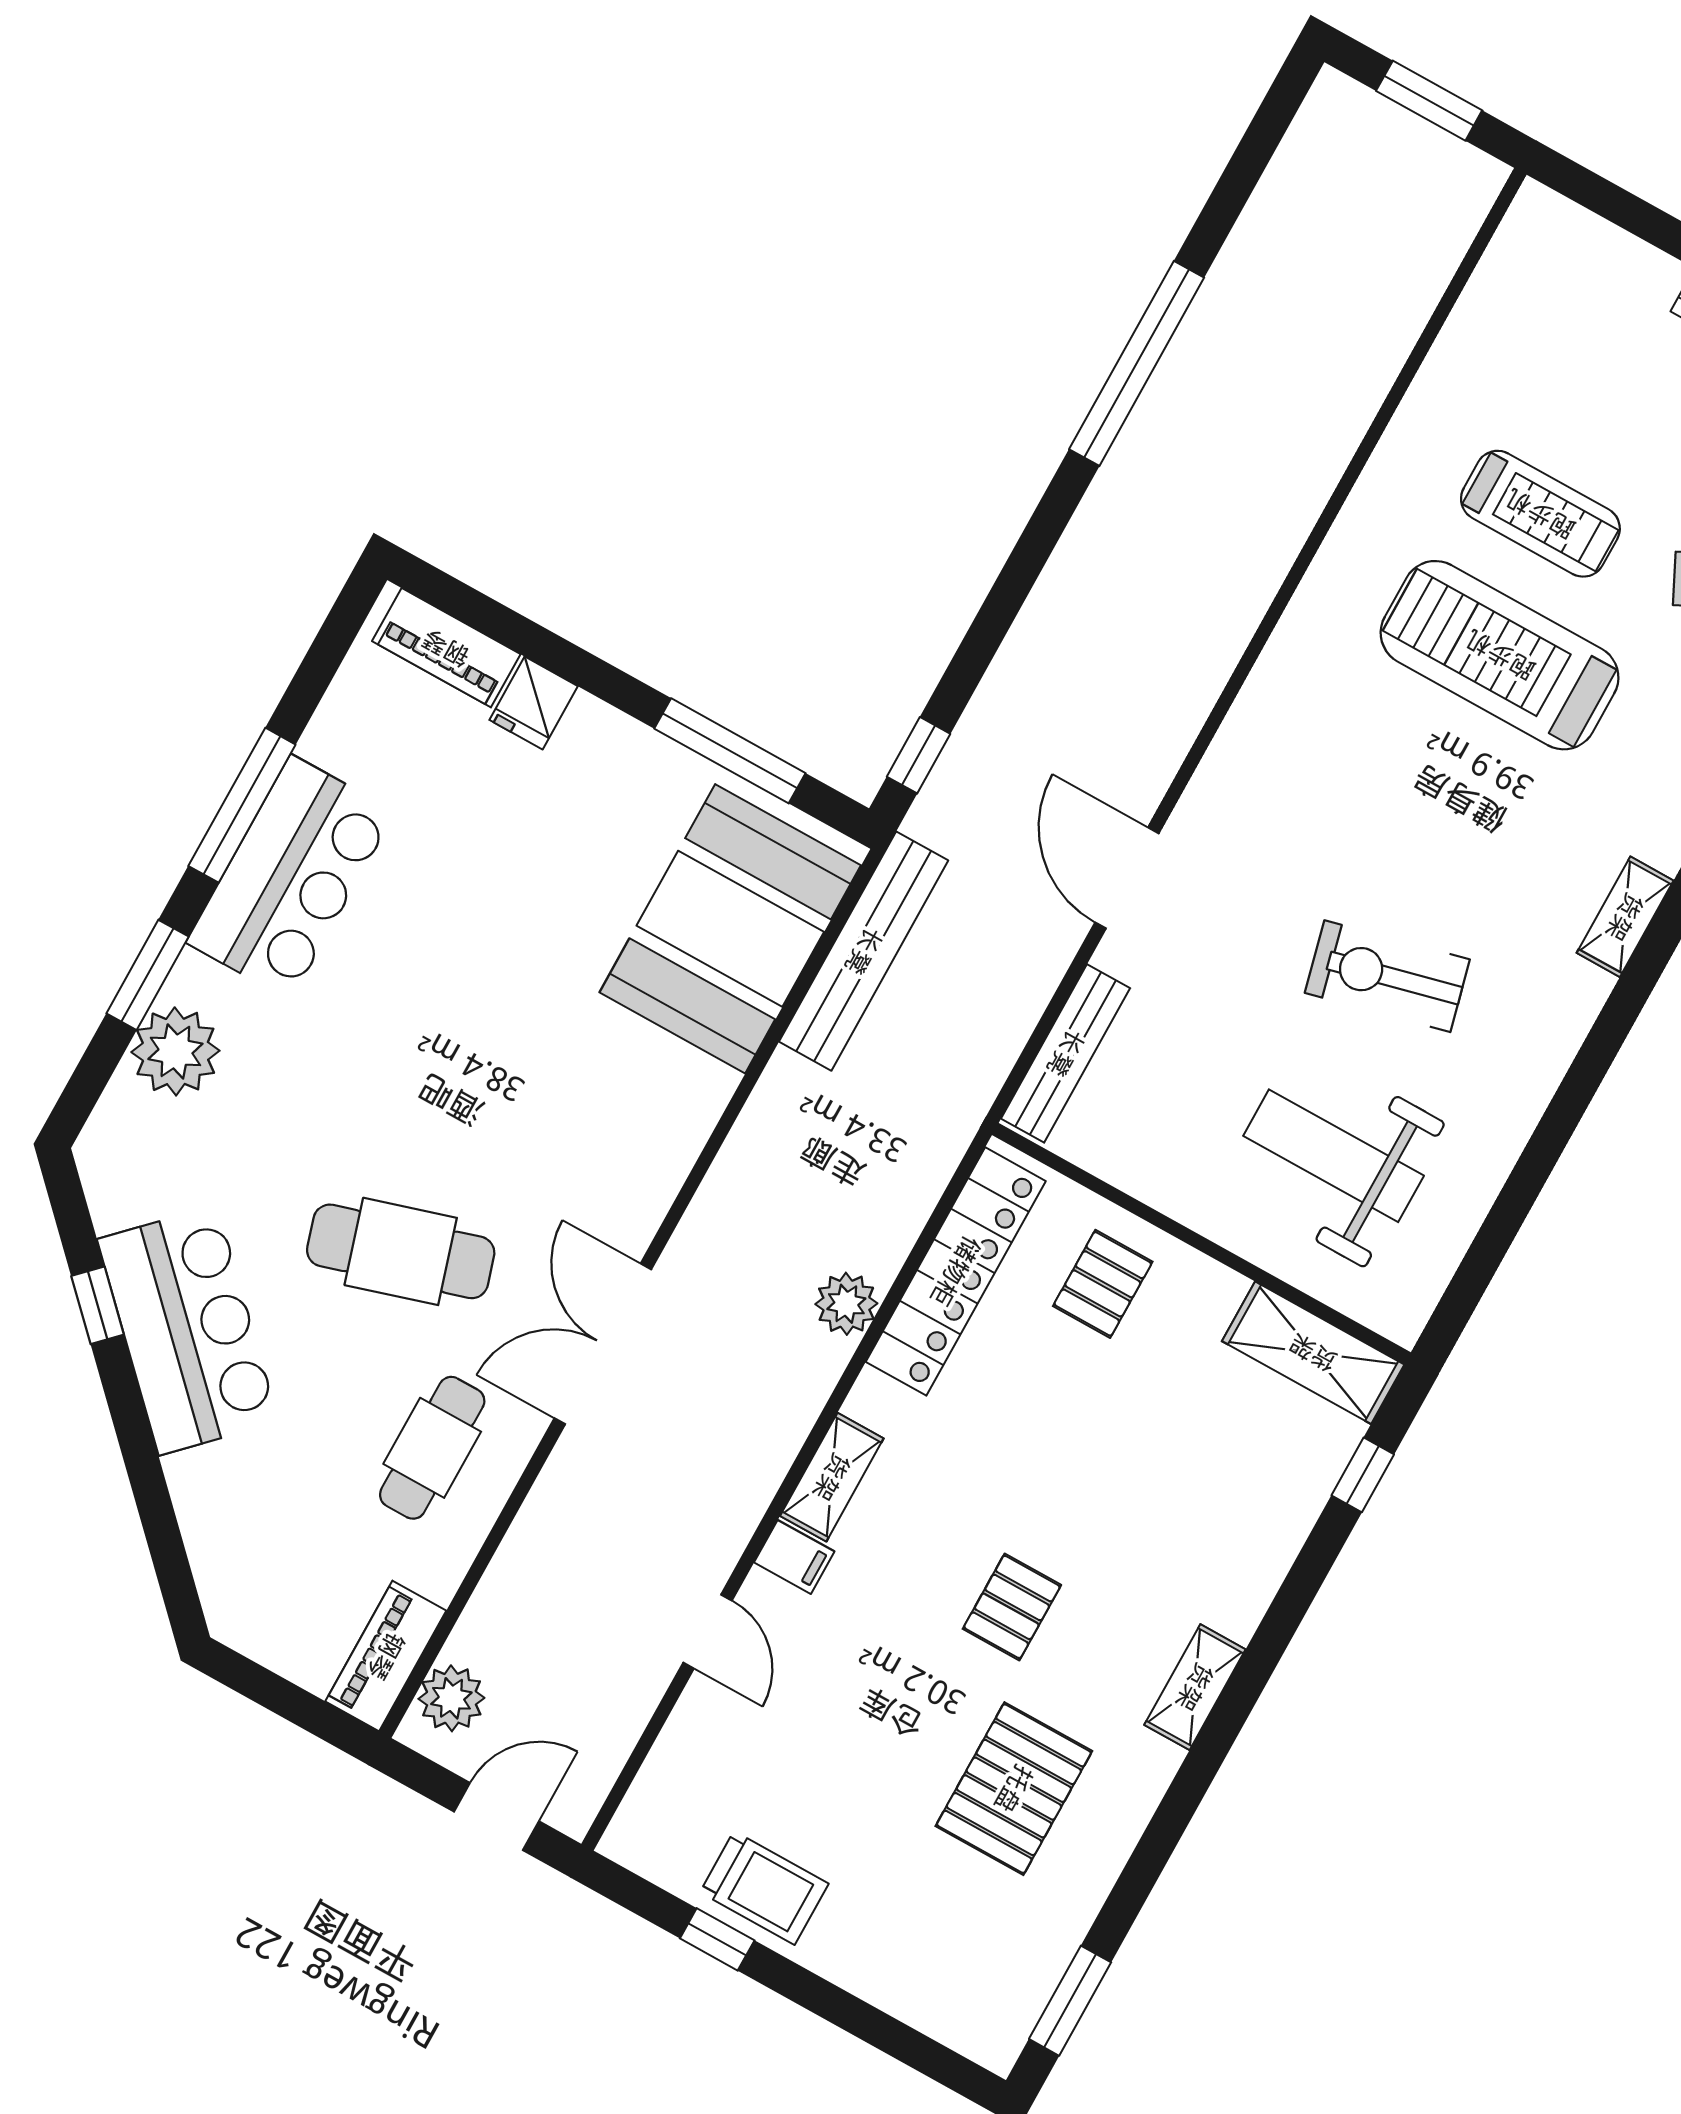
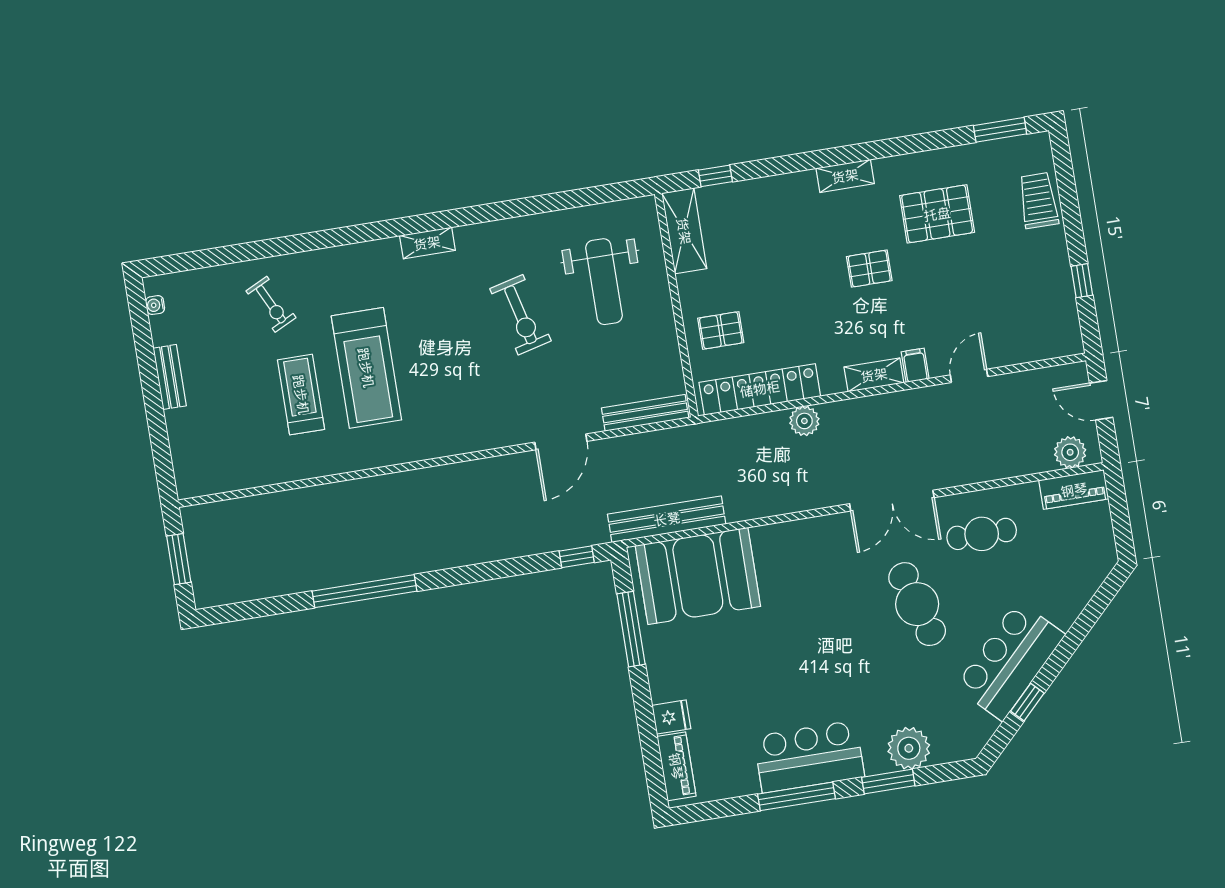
trolley: (764, 1888) -> (1038, 200), moved

